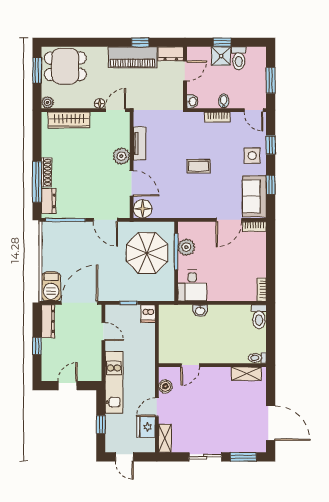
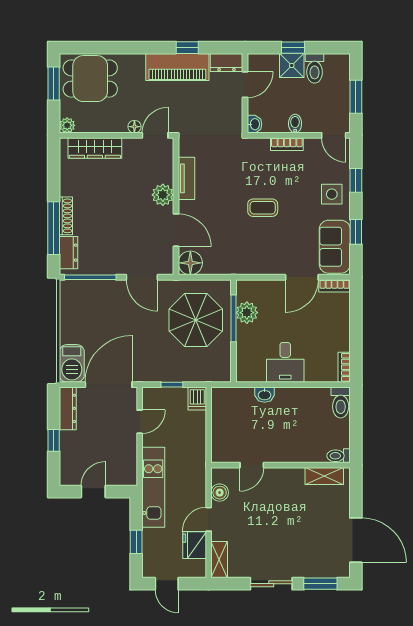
desk: (192, 286) -> (285, 362), moved
door: (103, 332) -> (140, 422), hinge flipped

